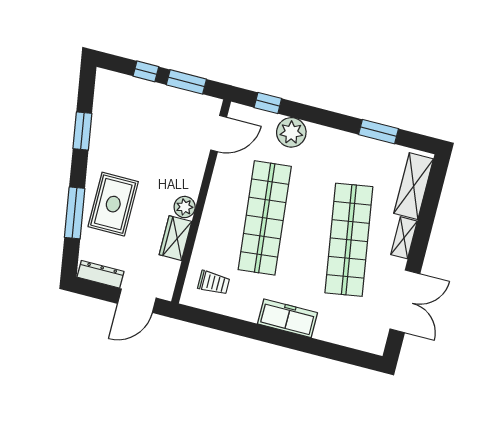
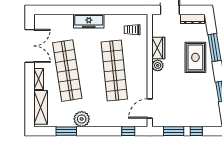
plant: (291, 132) -> (82, 119), moved
double door: (405, 301) -> (30, 46), swing flipped

